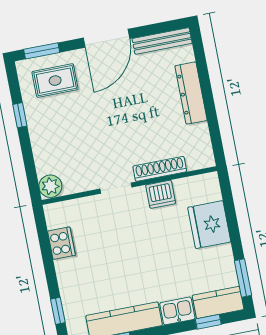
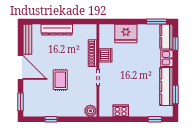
rug: (55, 81) -> (60, 80), moved

